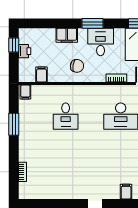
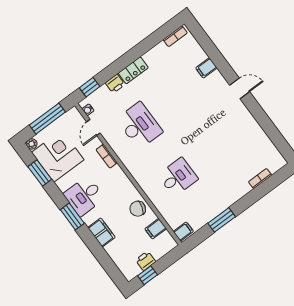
chair: (77, 66) -> (138, 209), moved, turned -82

